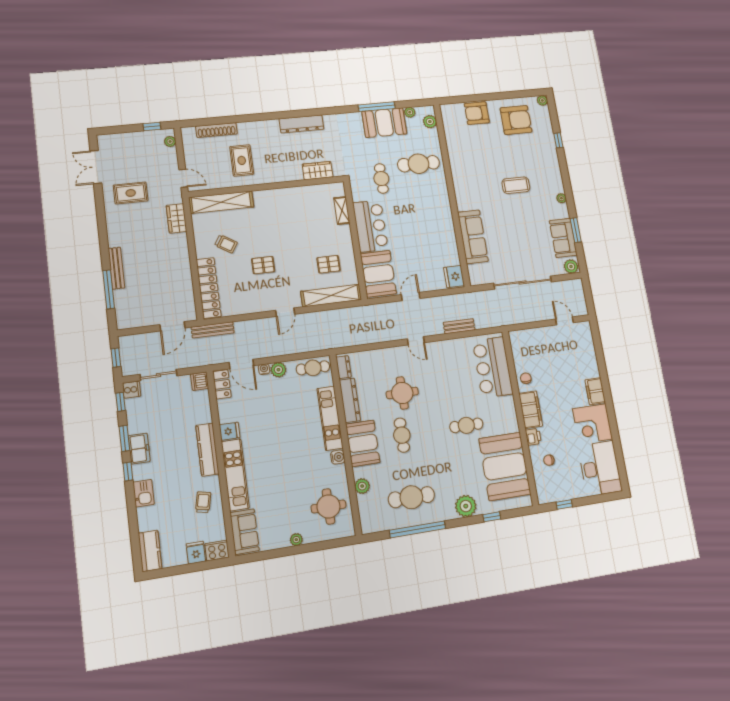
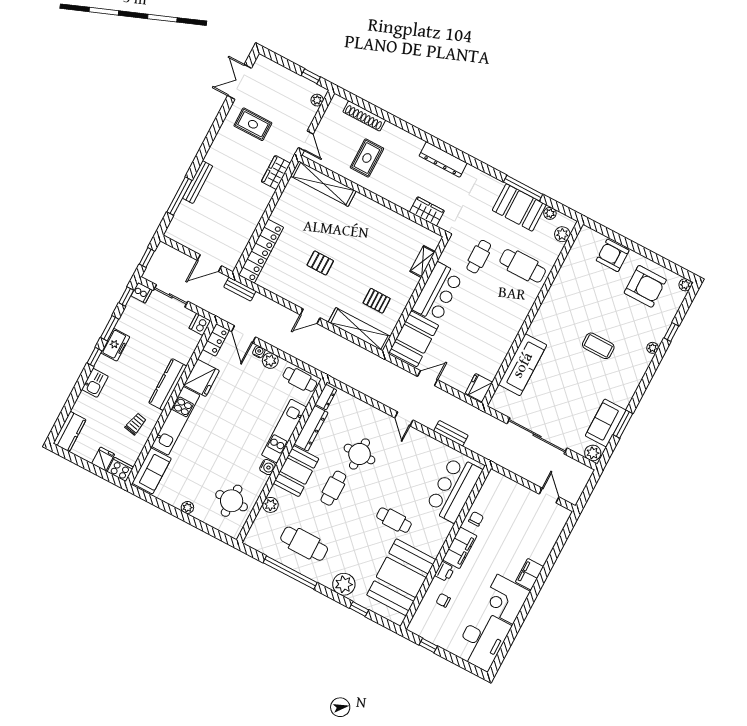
plant: (561, 198) -> (653, 348), moved
trolley: (226, 244) -> (302, 223), removed
bench: (213, 330) -> (240, 289), width x0.73
fridge: (230, 431) -> (202, 378), width x1.88, depth x1.34

